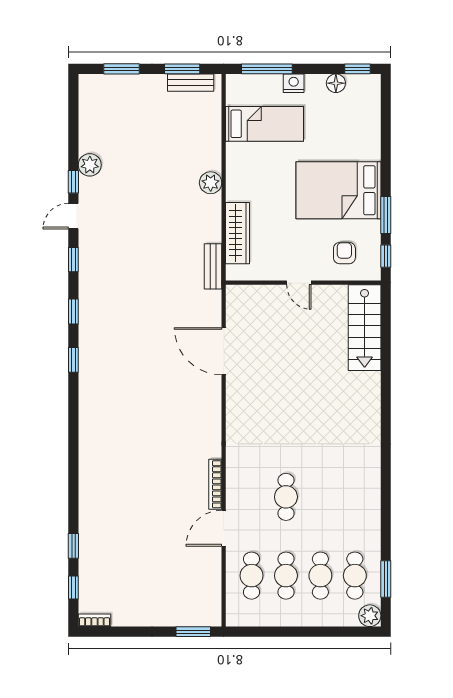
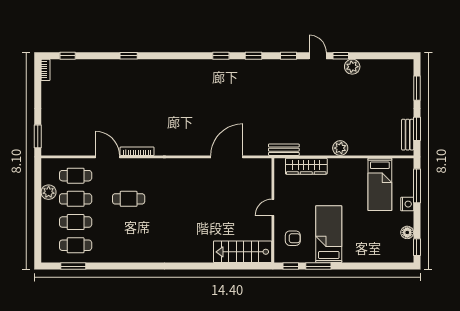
bed: (338, 190) -> (329, 234), width x0.67
window: (73, 546) -> (129, 56), moved
plant: (370, 616) -> (49, 192), moved

